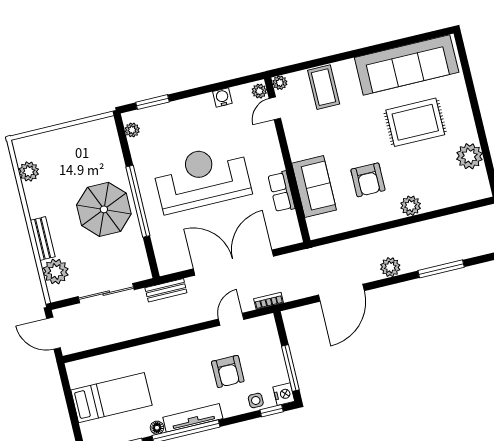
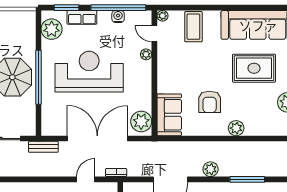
window: (220, 86) -> (118, 8), added
plant: (259, 91) -> (146, 54), moved
door: (275, 108) -> (154, 34), hinge flipped
plant: (132, 130) -> (52, 29), width x1.87, depth x1.87
sofa: (314, 187) -> (169, 115), moved
row of seats: (281, 192) -> (82, 17), moved, turned -90
plant: (285, 227) -> (141, 121), added

